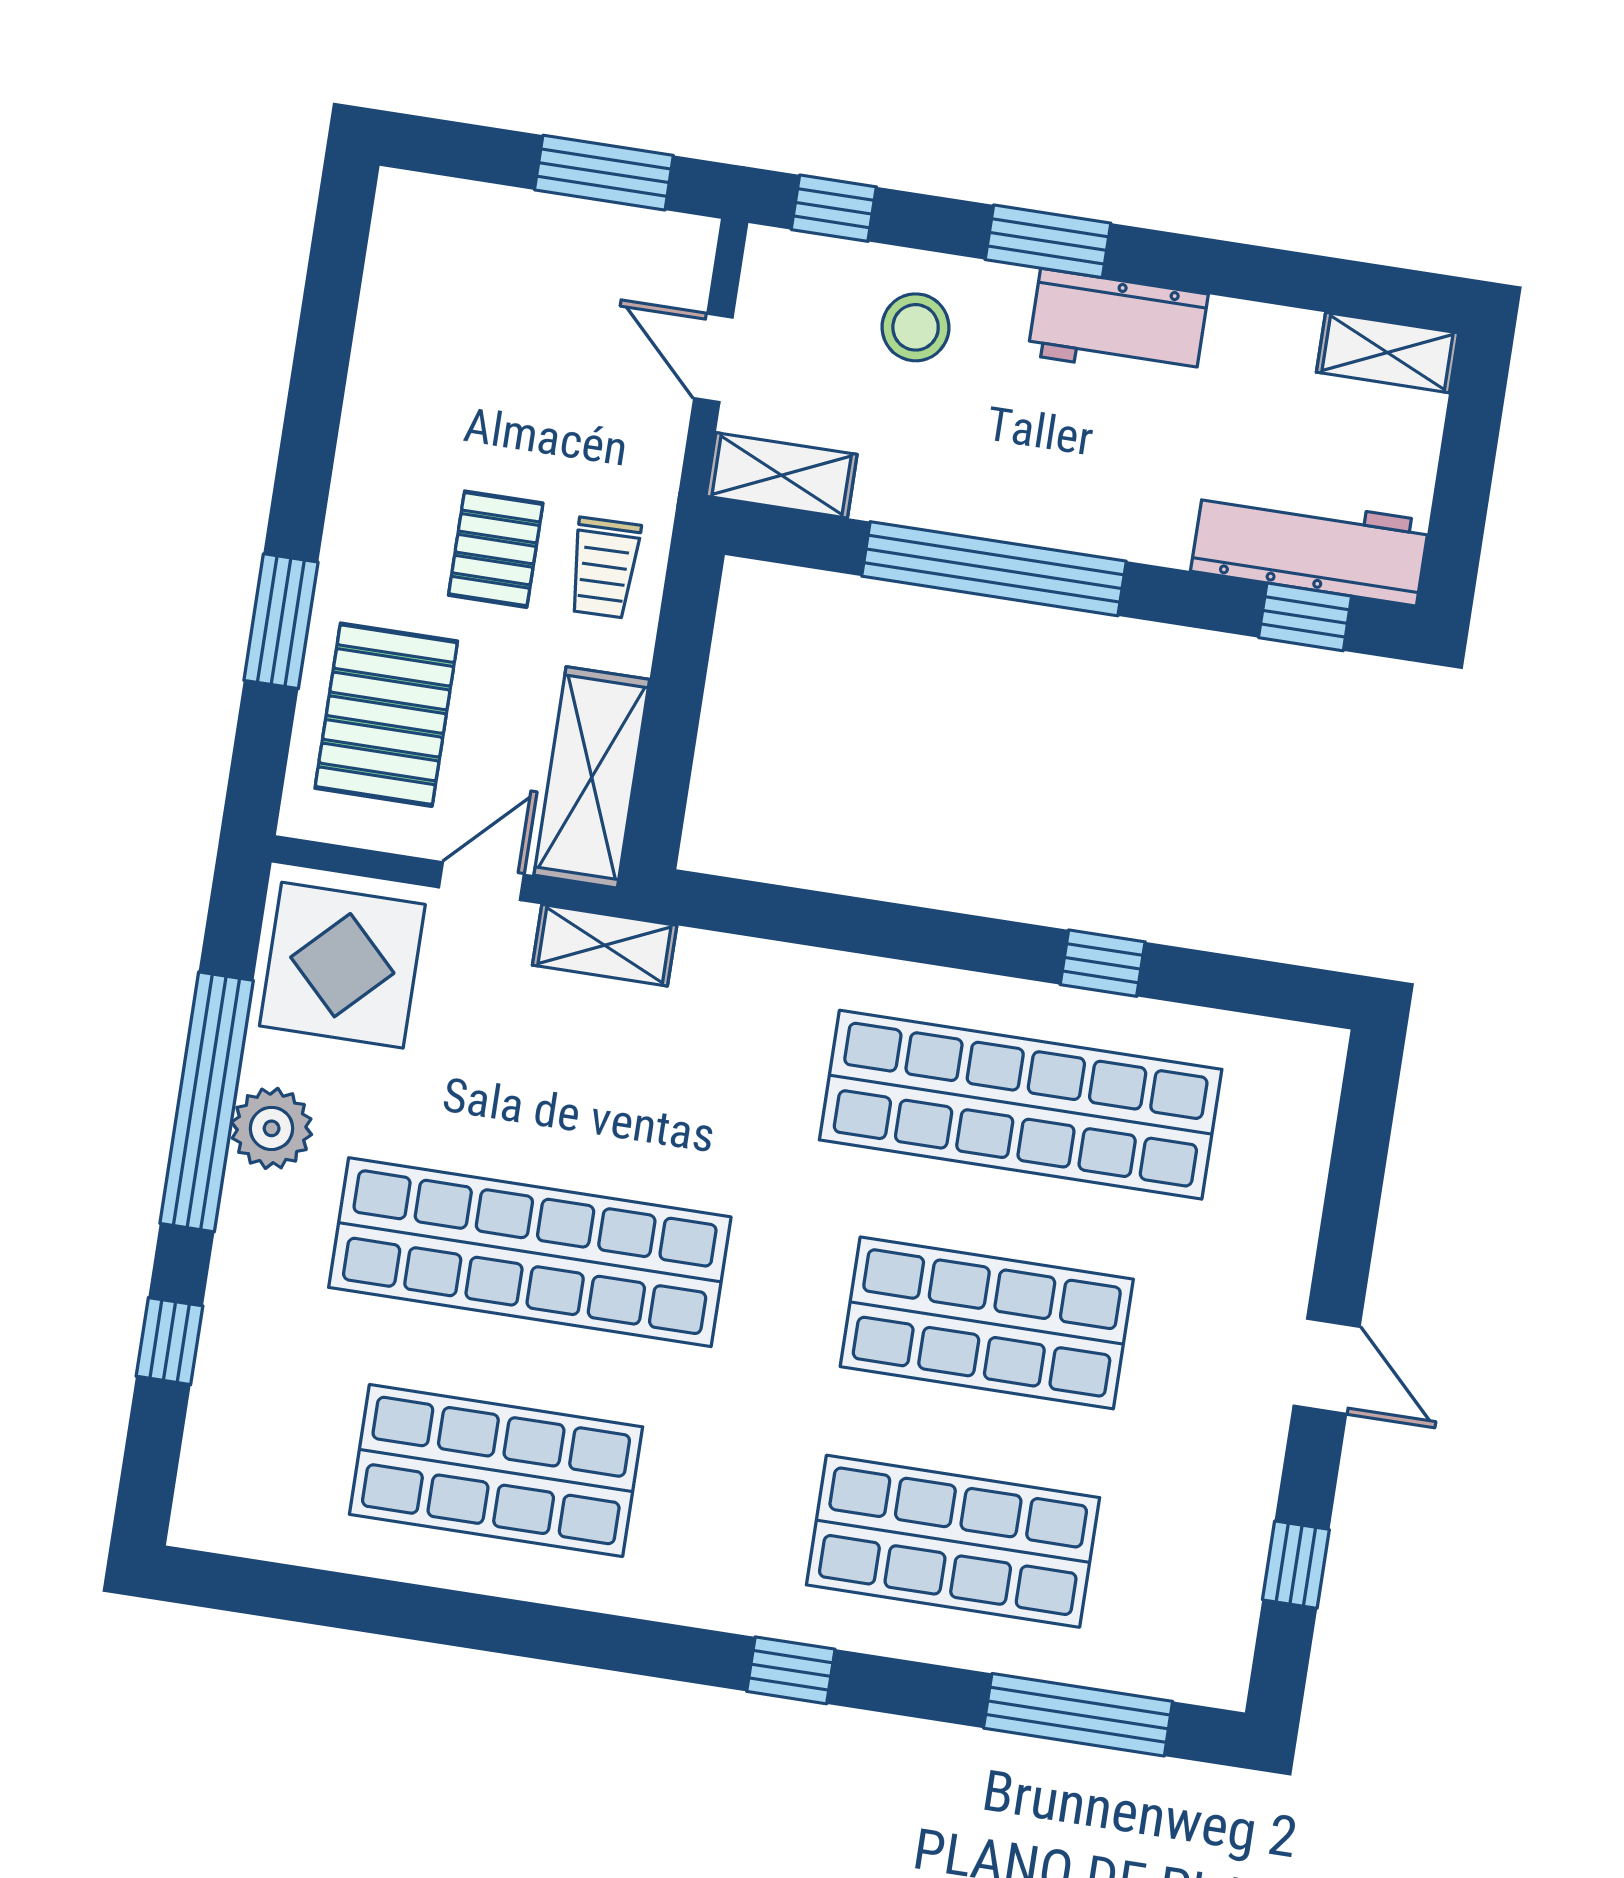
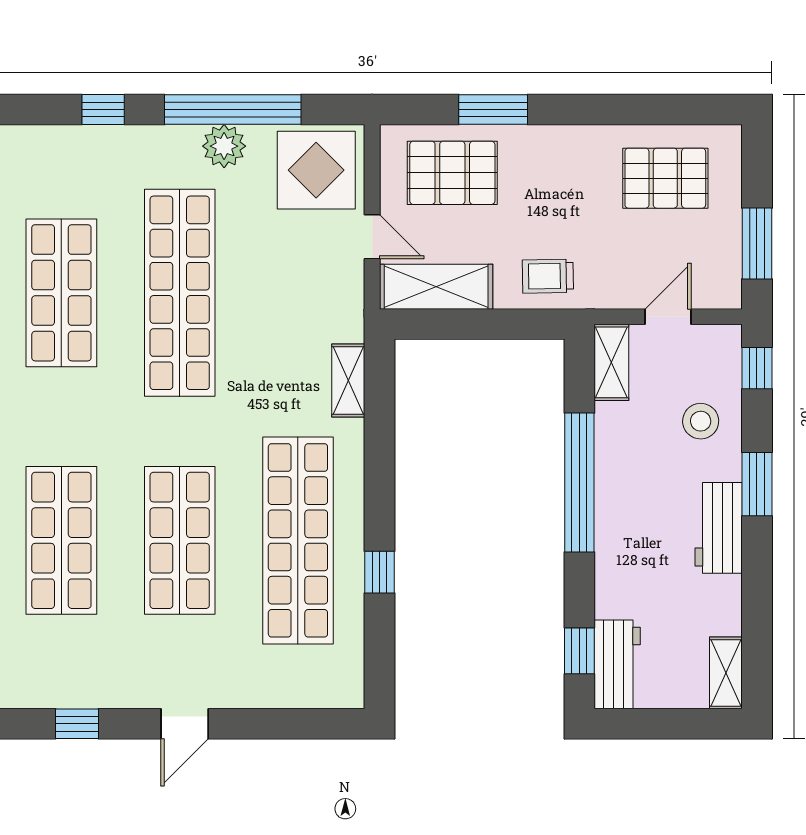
workbench: (1310, 546) -> (617, 664), width x0.73
pallet: (496, 549) -> (665, 178), moved, width x1.50, depth x1.42
shelving: (605, 945) -> (348, 381), moved

